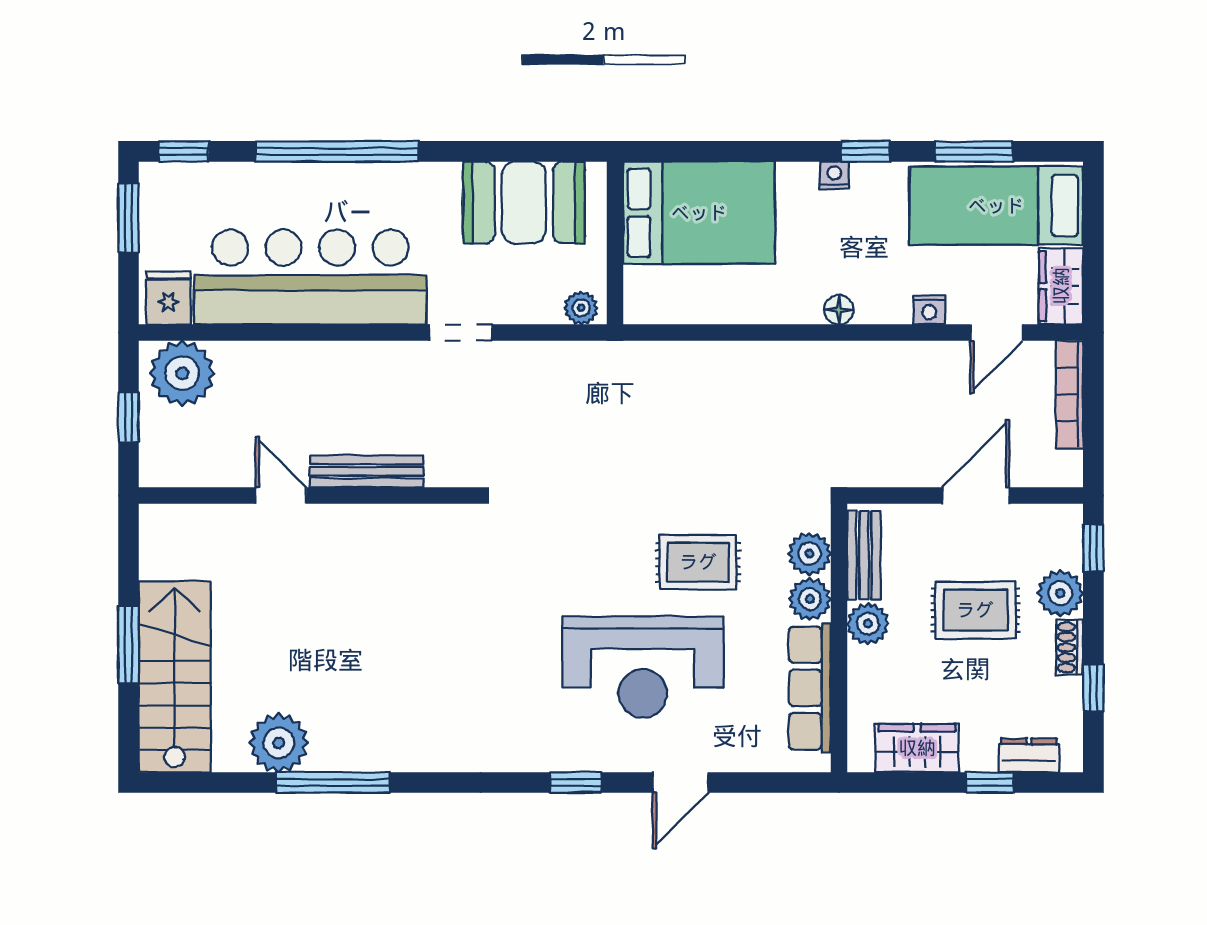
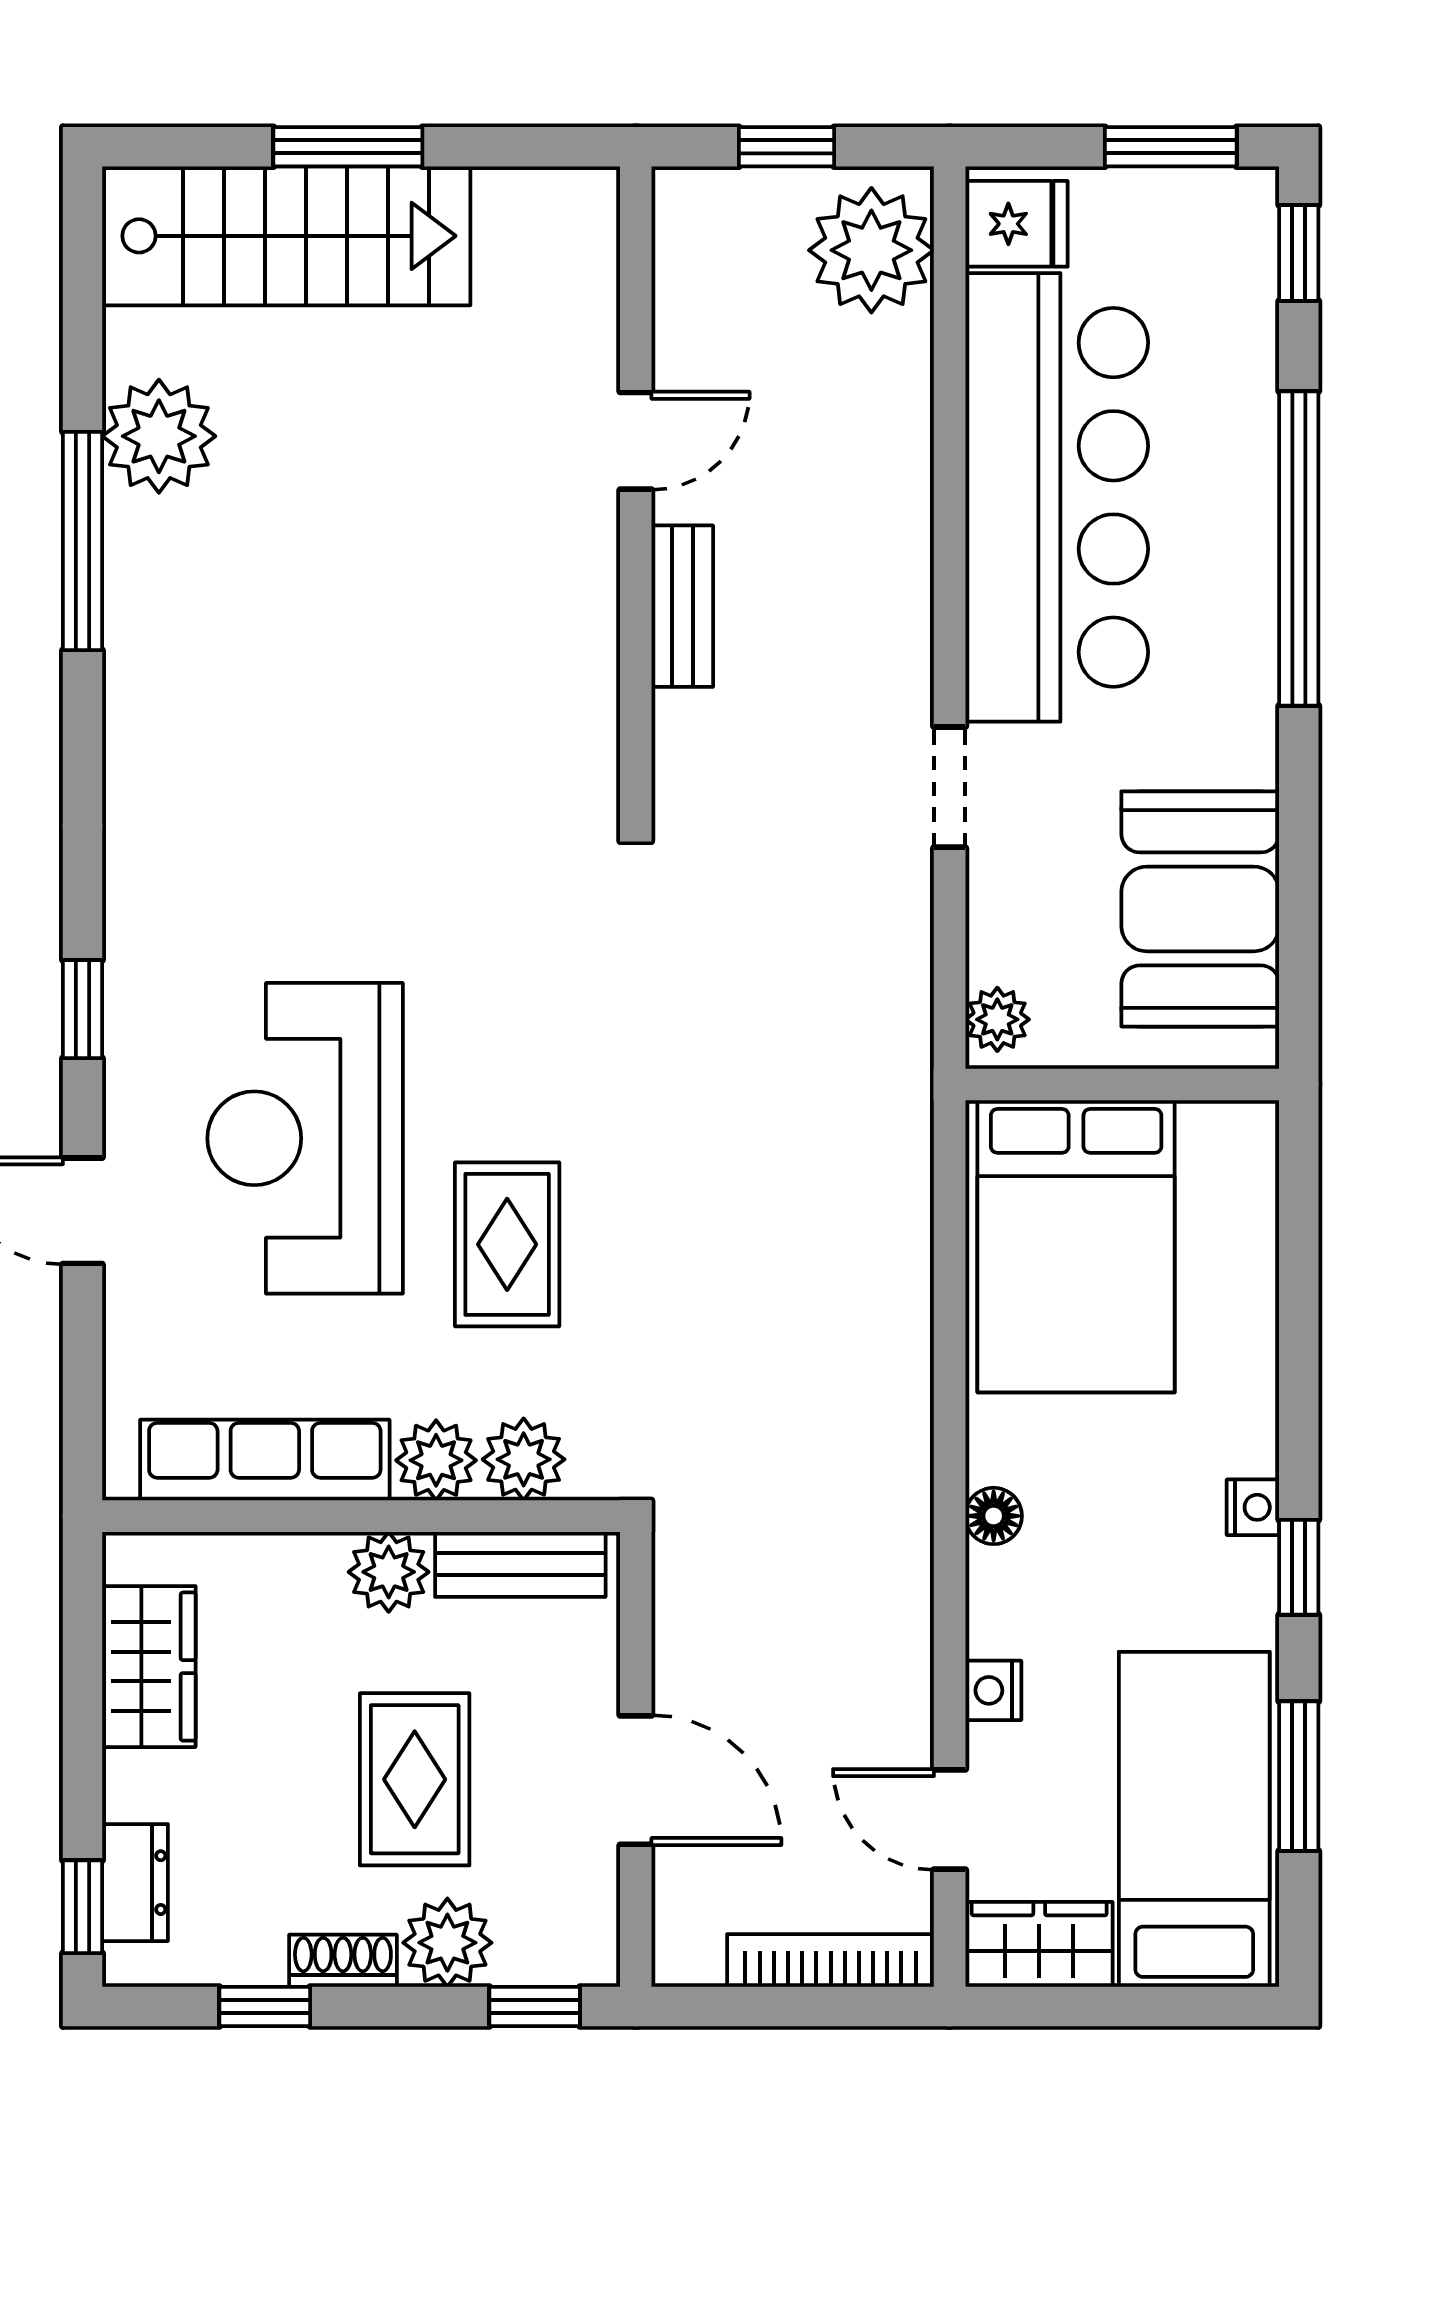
bed: (699, 213) -> (1076, 1246), moved
bench: (367, 471) -> (682, 606), width x0.73
window: (990, 782) -> (83, 1907), moved

